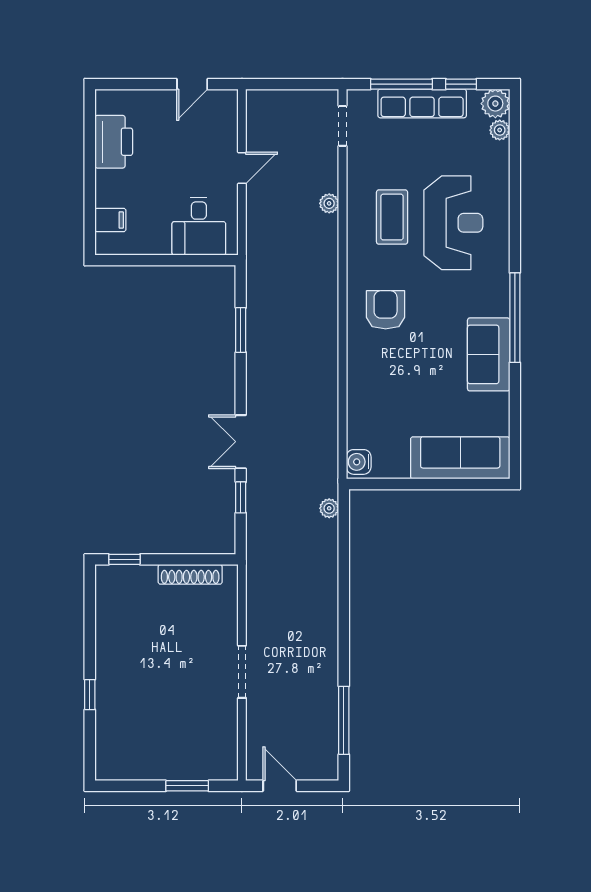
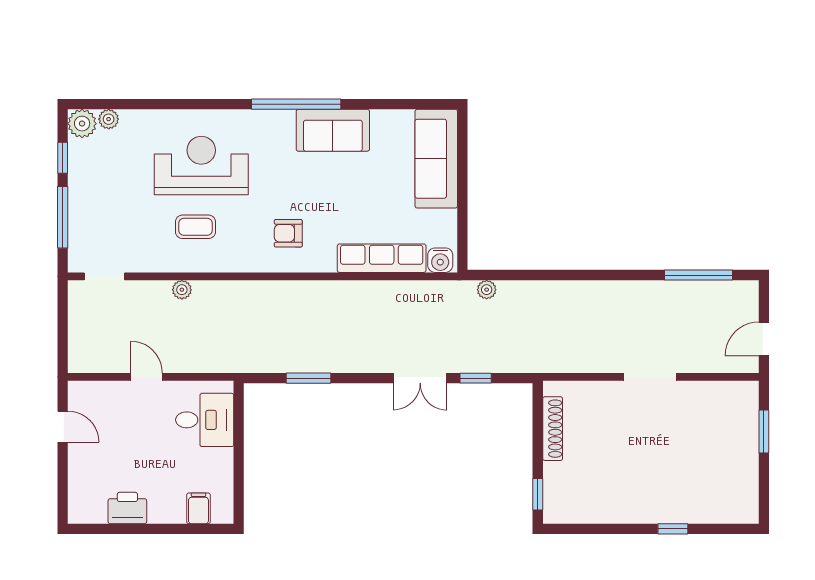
row of seats: (422, 103) -> (382, 258), moved, turned -90
printer: (114, 142) -> (127, 508), width x0.73, depth x0.84
coffee table: (392, 217) -> (196, 227), width x0.73, depth x0.77
armchair: (386, 310) -> (288, 233), width x0.72, depth x0.72

